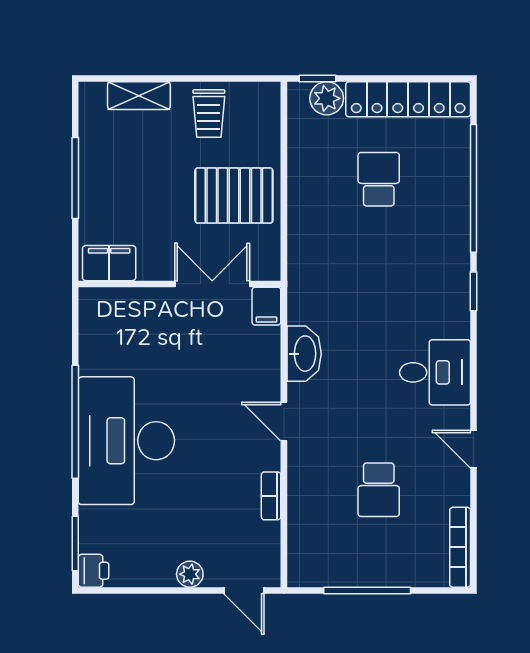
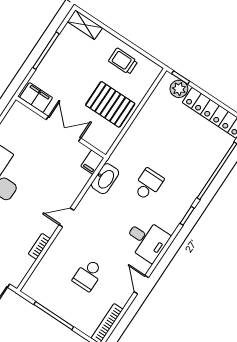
shelving: (139, 96) -> (85, 25), moved
trolley: (209, 113) -> (123, 61), turned 90
school desk: (379, 179) -> (148, 184), moved
double door: (212, 284) -> (63, 129), moved
washbasin: (304, 354) -> (105, 179), moved
door: (284, 421) -> (66, 218), hinge flipped

